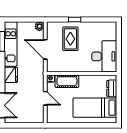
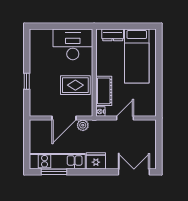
plant: (39, 26) -> (83, 125), moved
rug: (70, 39) -> (75, 85), moved

